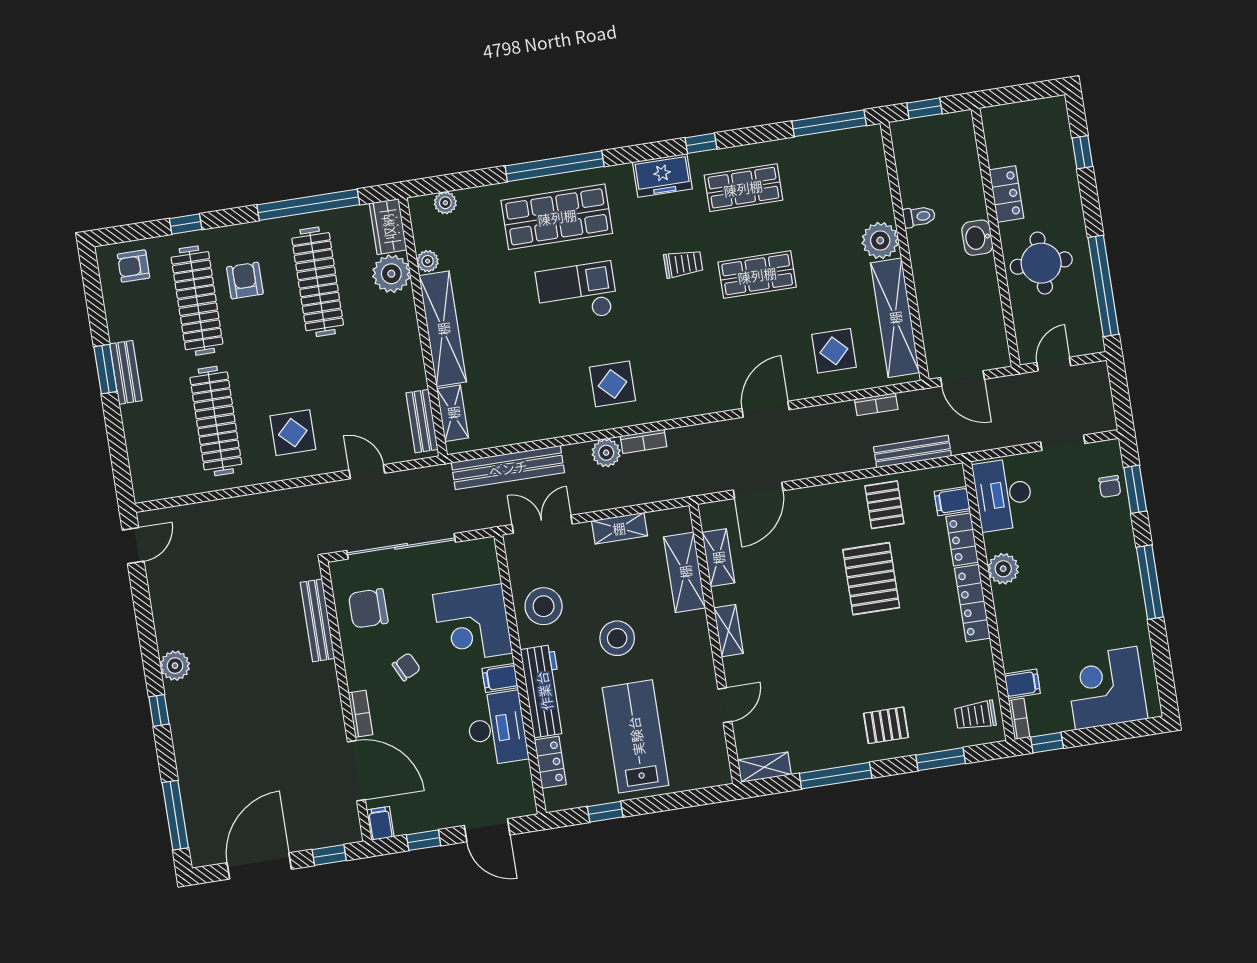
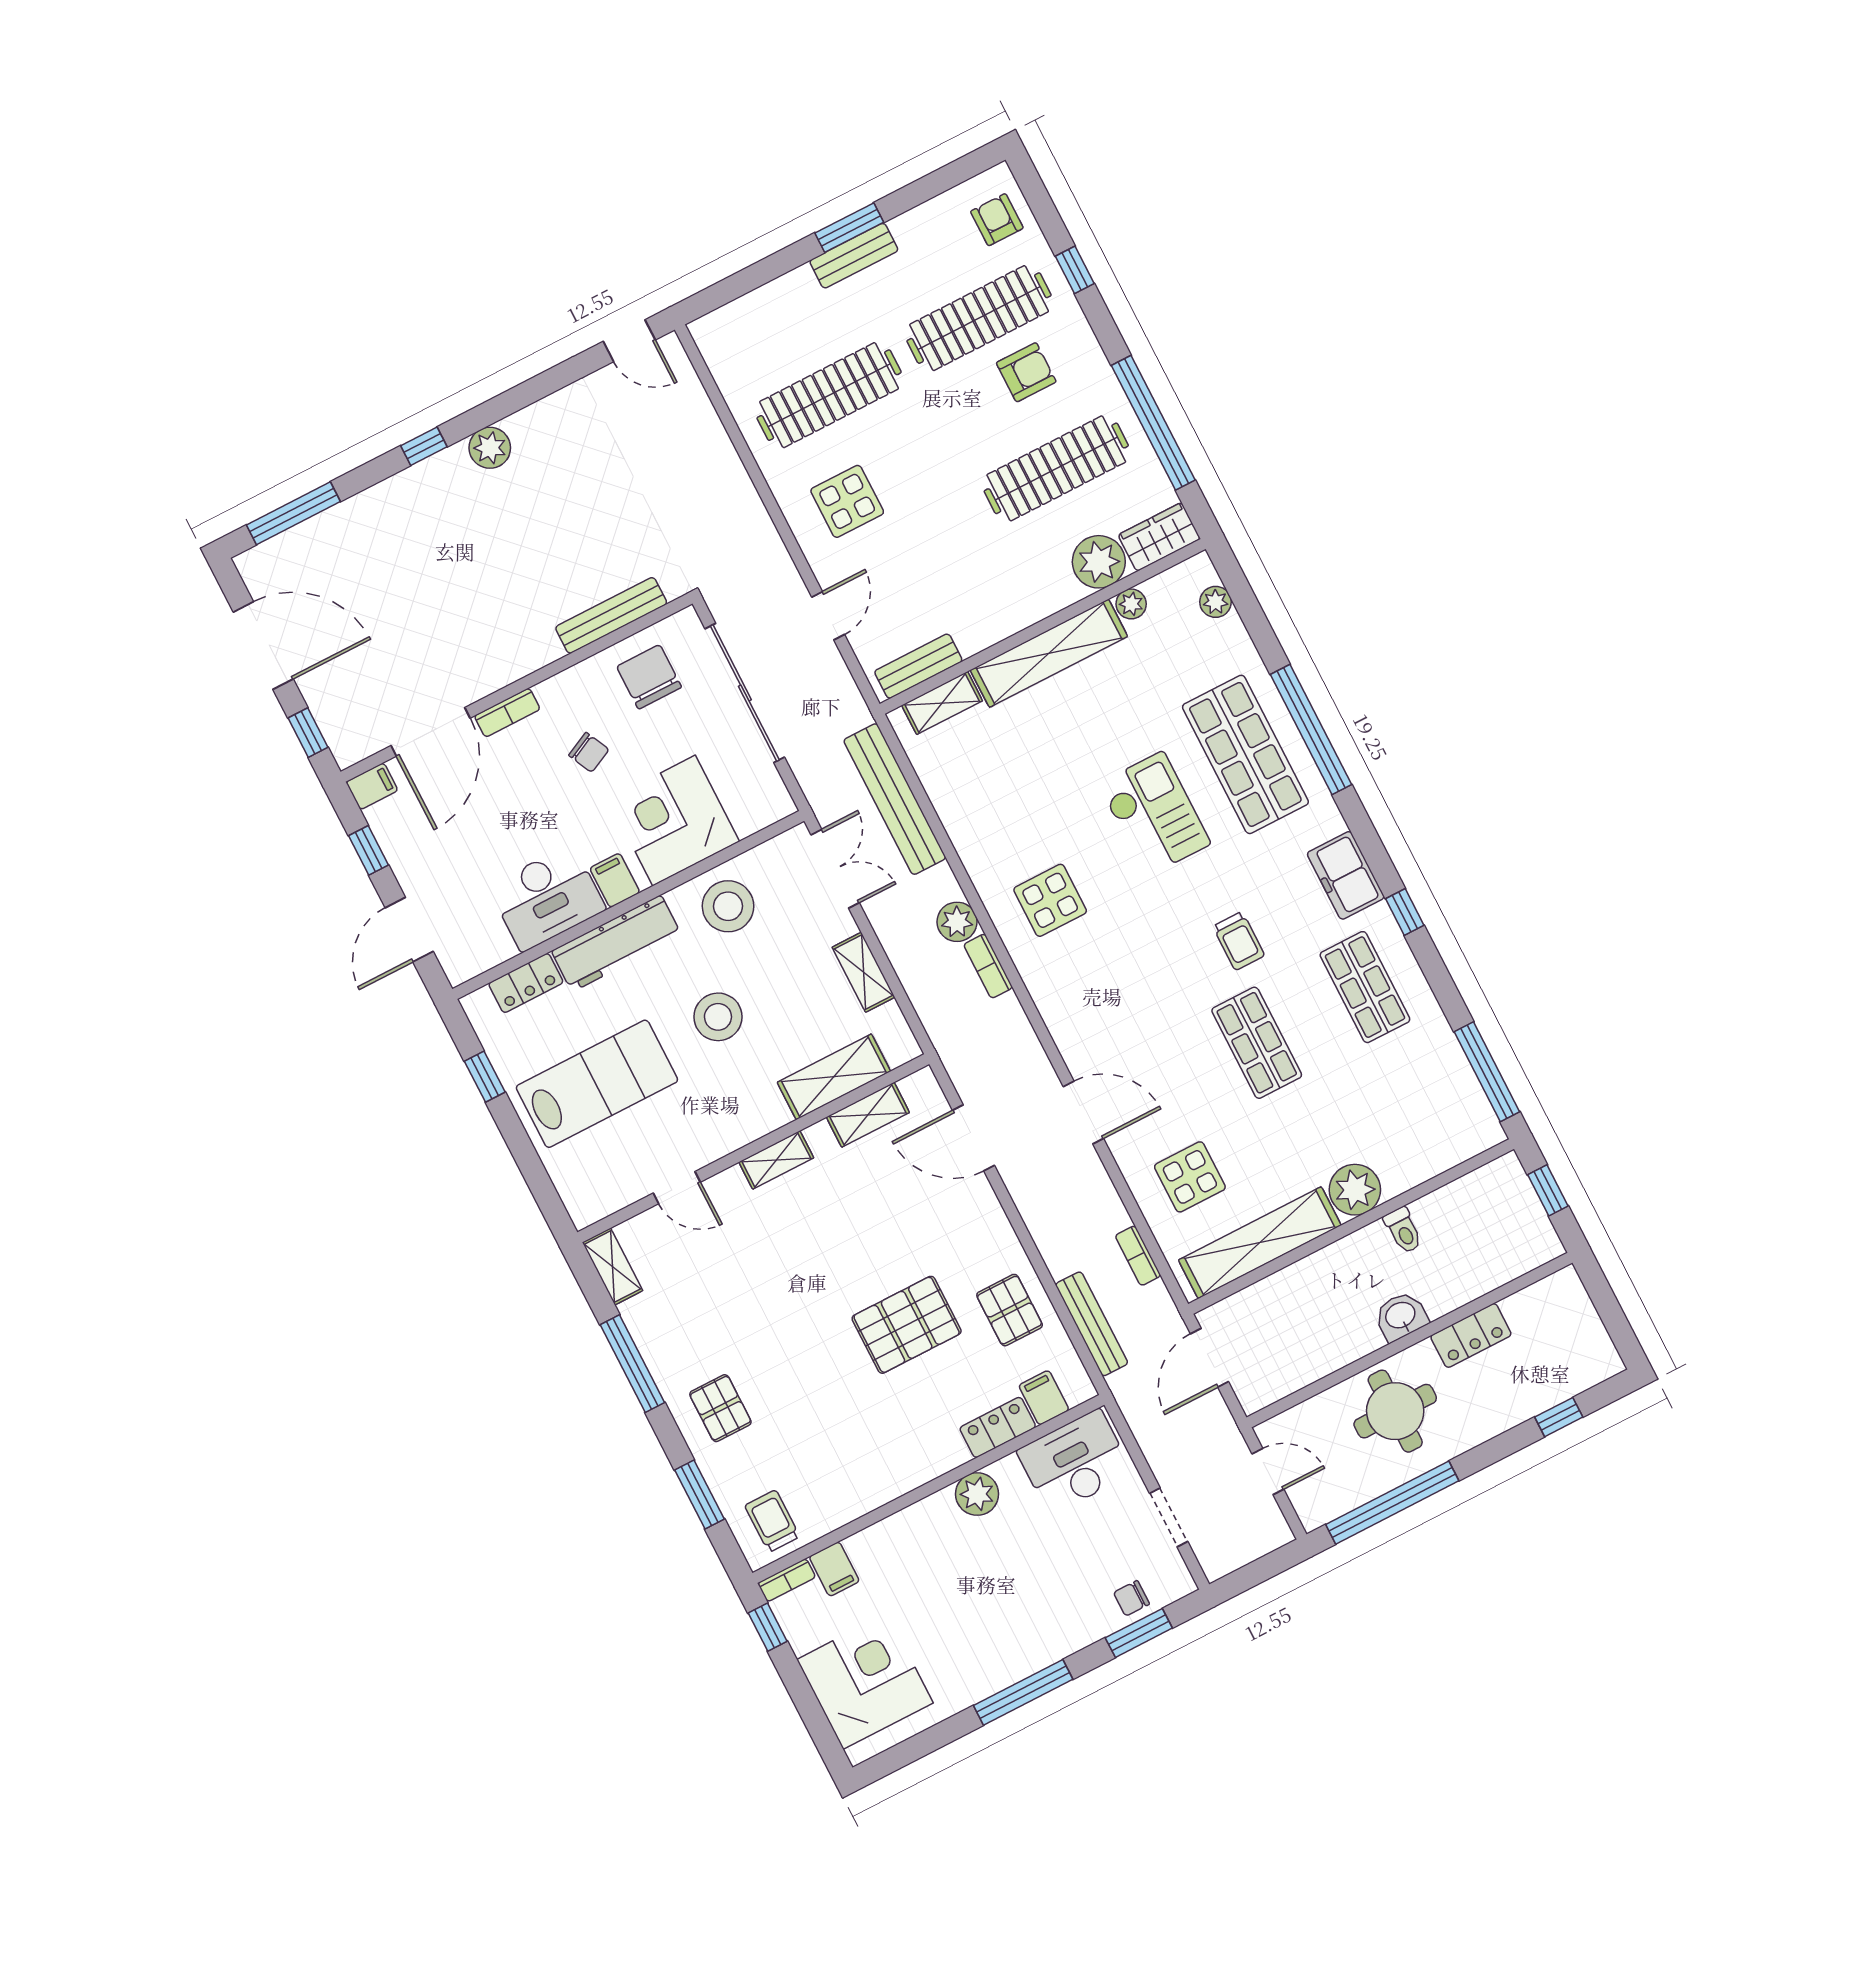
pallet: (884, 505) -> (1010, 1310), turned 90
locker: (972, 603) -> (919, 1469), removed

